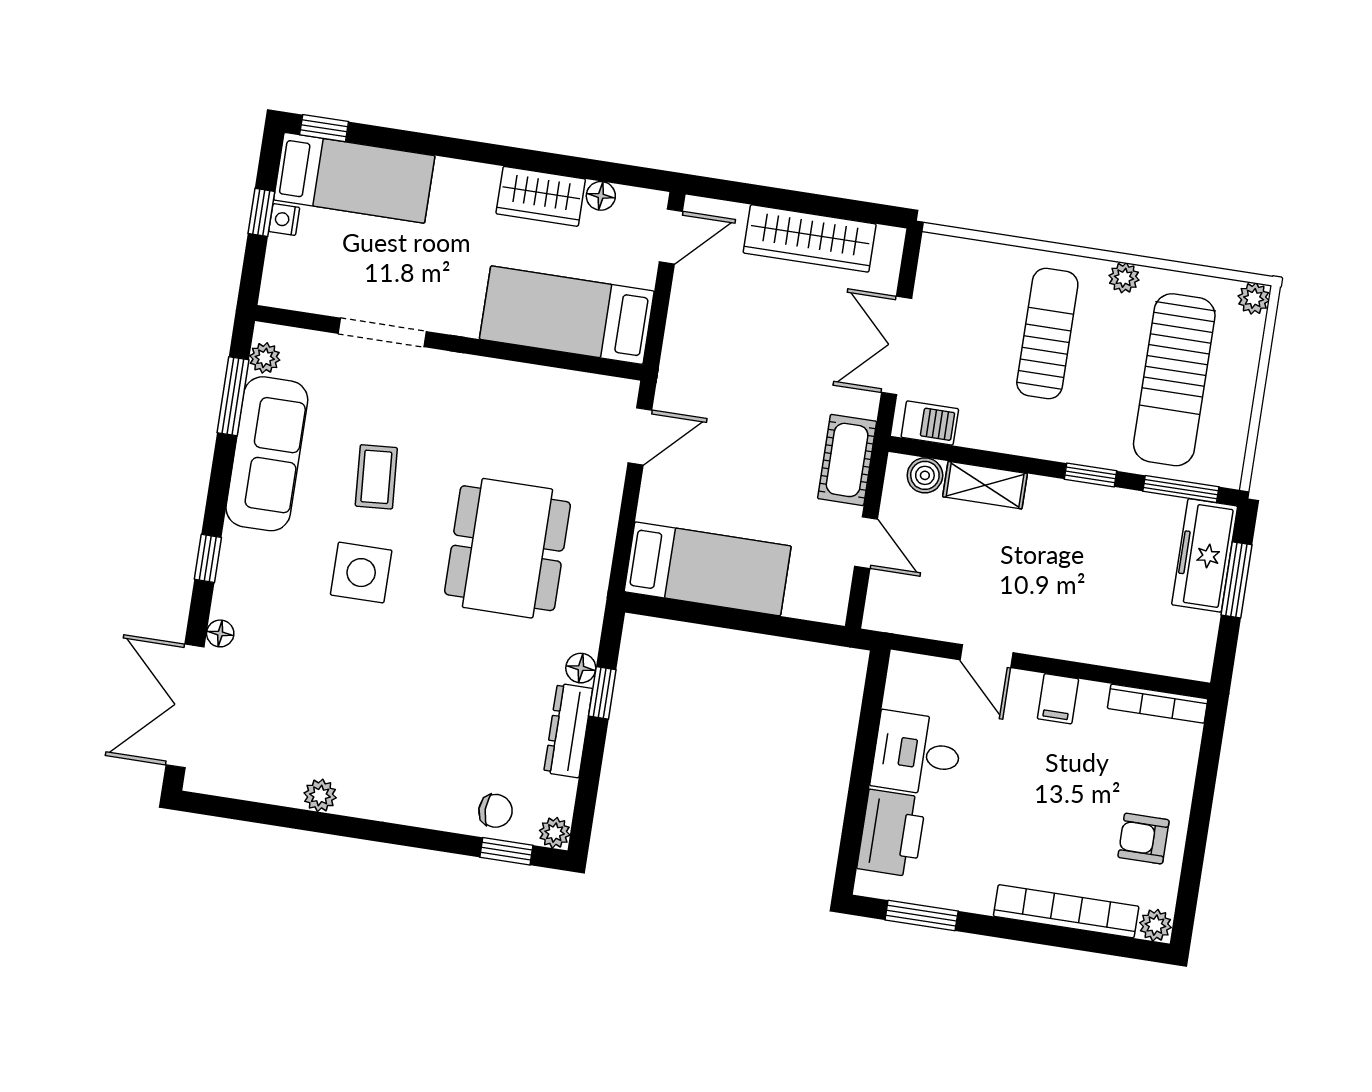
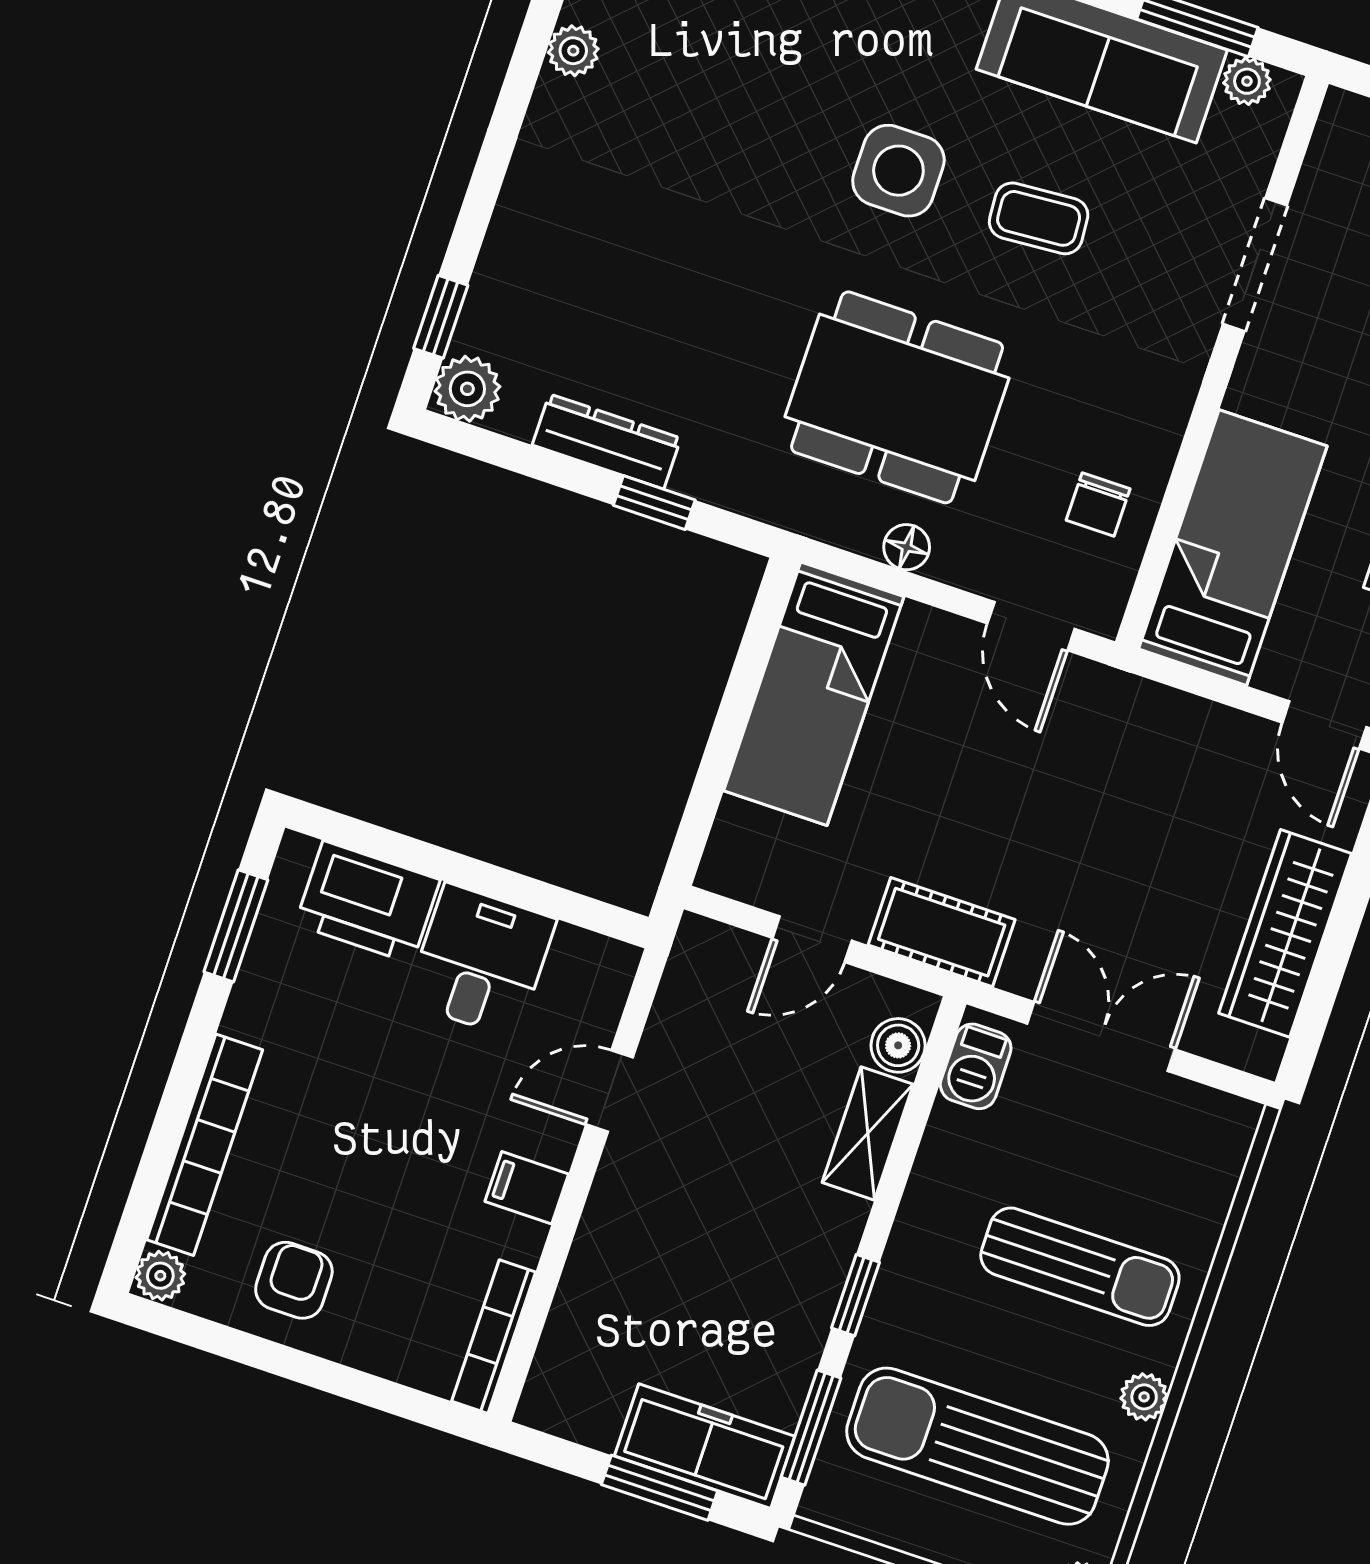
floor lamp: (581, 668) -> (907, 547), moved
chair: (495, 811) -> (1098, 504), moved
plant: (555, 833) -> (467, 389), width x1.38, depth x1.38

